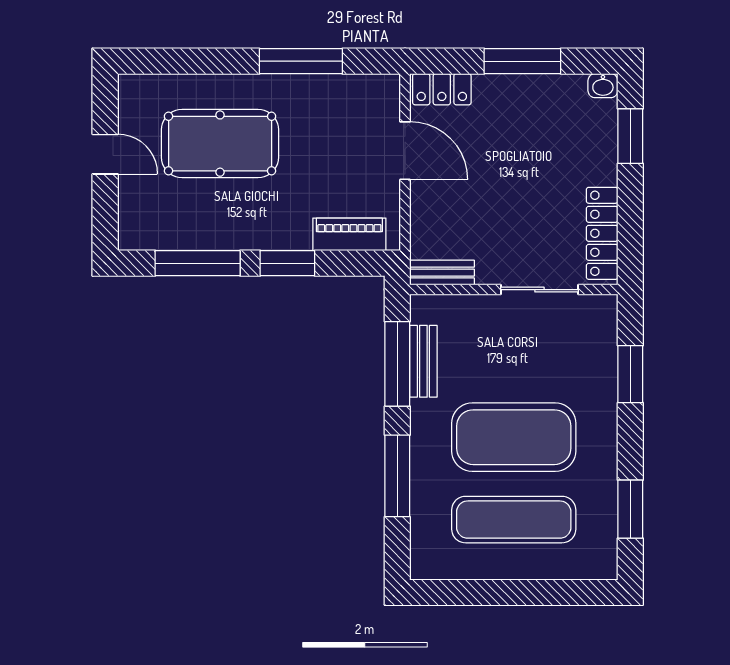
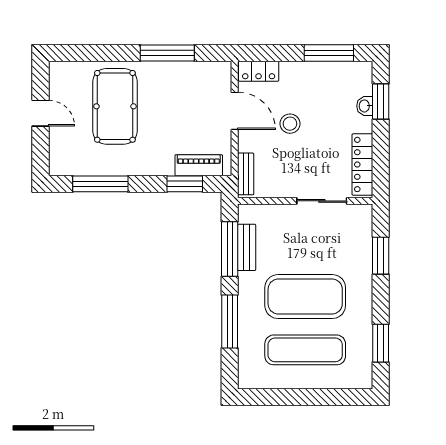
window: (522, 61) -> (329, 53), moved
washbasin: (603, 86) -> (365, 106), moved, turned 90
pool table: (220, 144) -> (115, 106), turned 90
stool: (490, 170) -> (290, 124), added
window: (287, 263) -> (185, 184), moved
bench: (442, 273) -> (246, 174), moved, turned 90

